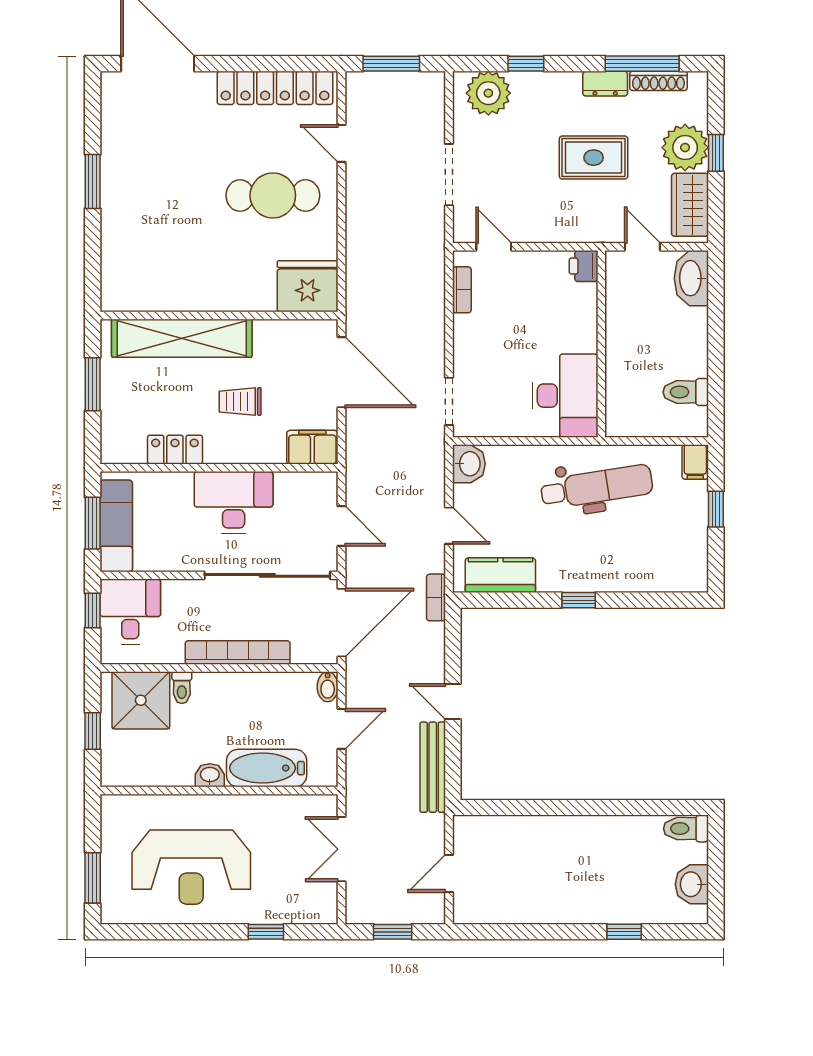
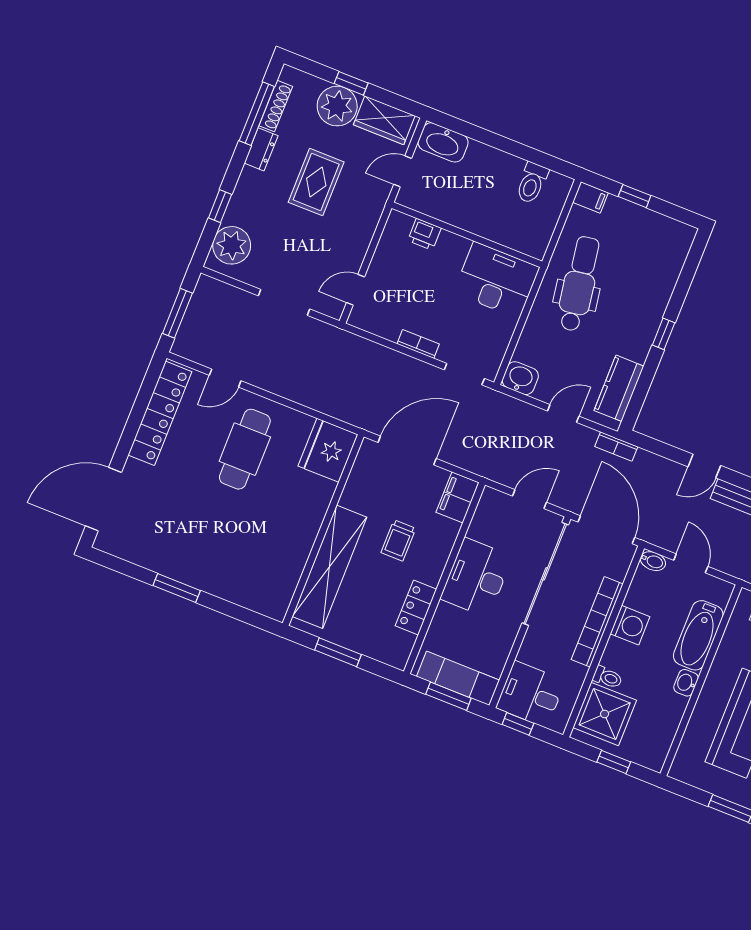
printer: (584, 266) -> (424, 234), moved
bookcase: (462, 290) -> (418, 344), moved
washing machine: (248, 690) -> (630, 625), added

